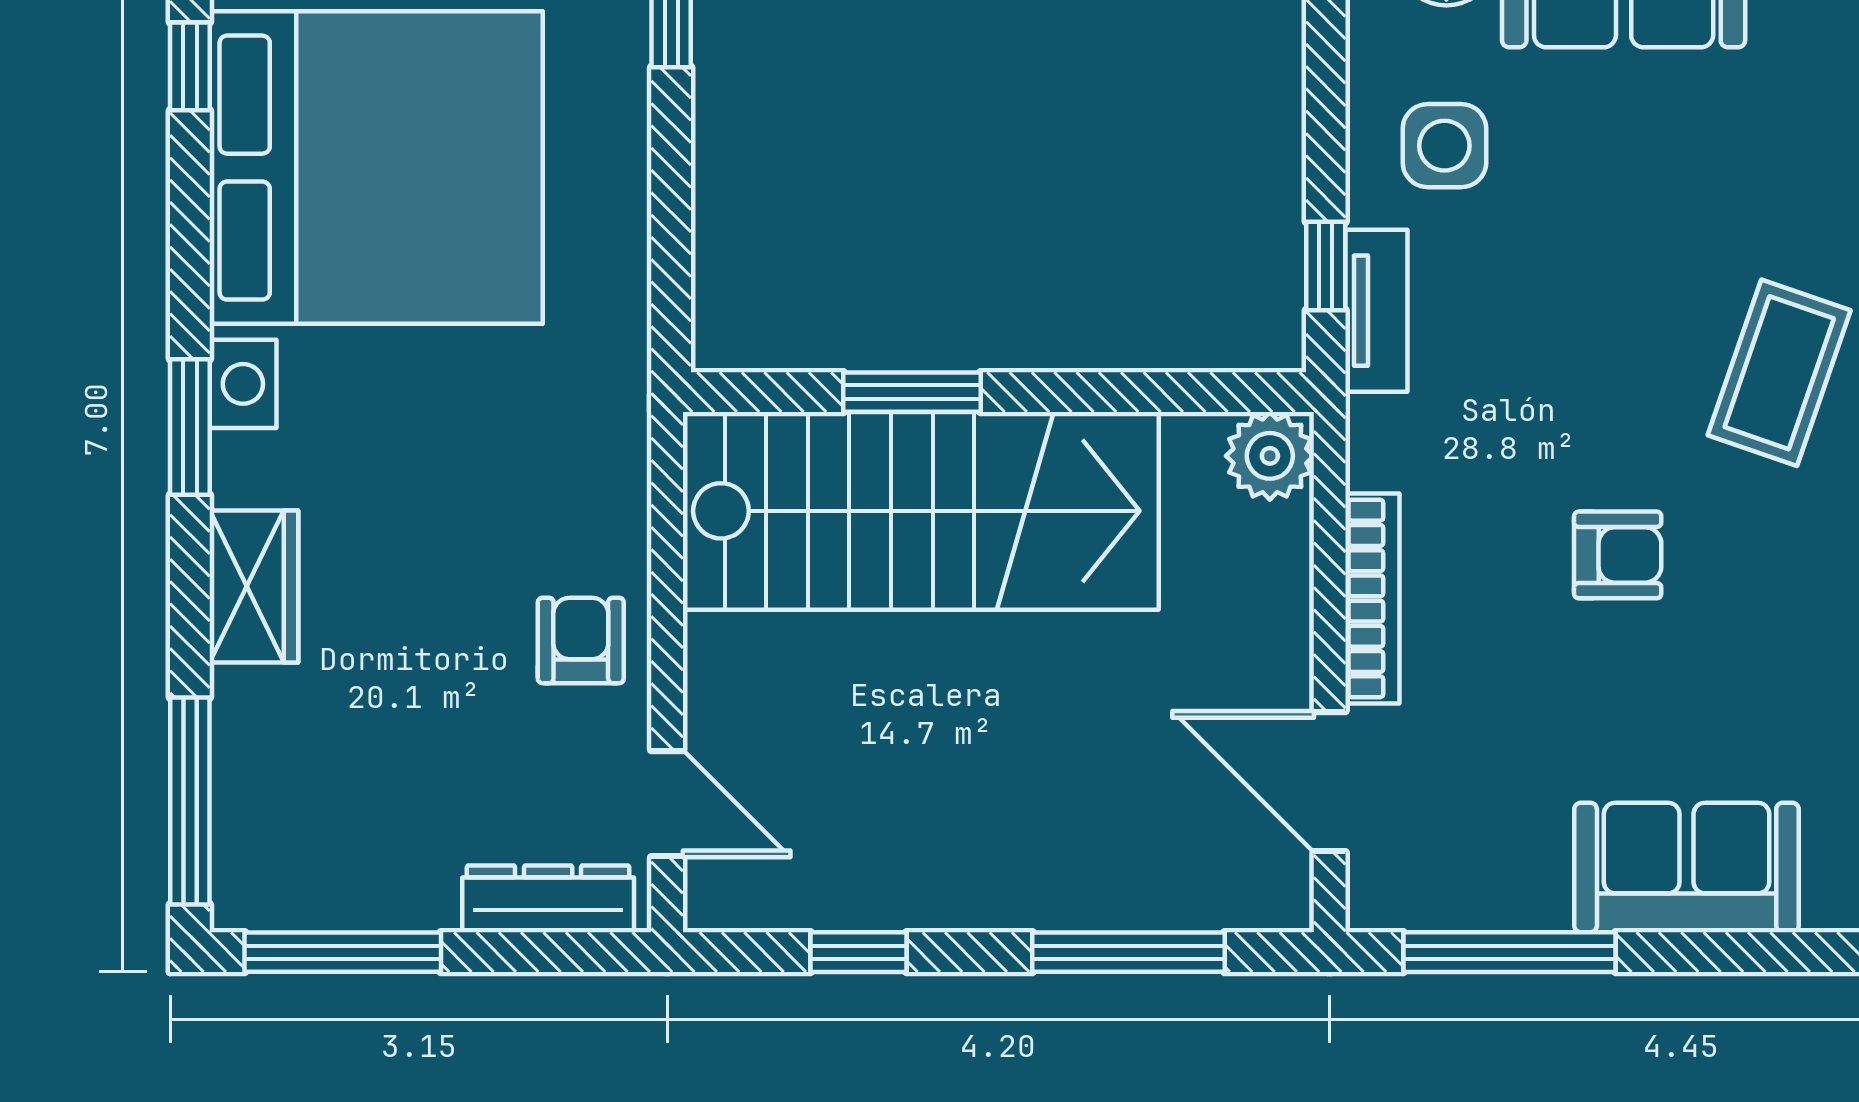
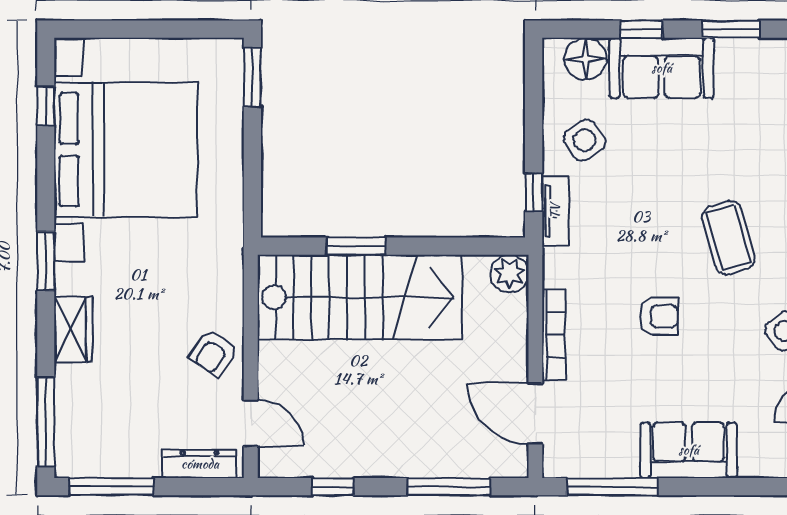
side table: (1444, 146) -> (585, 140), turned -35
coffee table: (1779, 373) -> (728, 238), turned -35
armchair: (581, 640) -> (214, 353), turned -145

